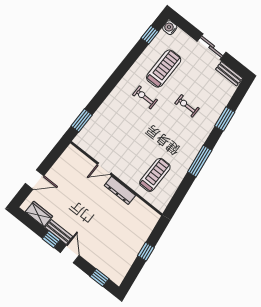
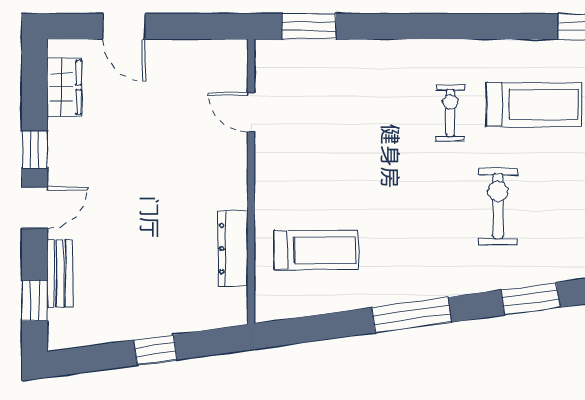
exercise bike: (187, 106) -> (498, 206), width x1.38, depth x1.39
door: (104, 169) -> (251, 112), moved
dresser: (120, 190) -> (233, 249), moved
bench: (59, 232) -> (60, 273), moved

